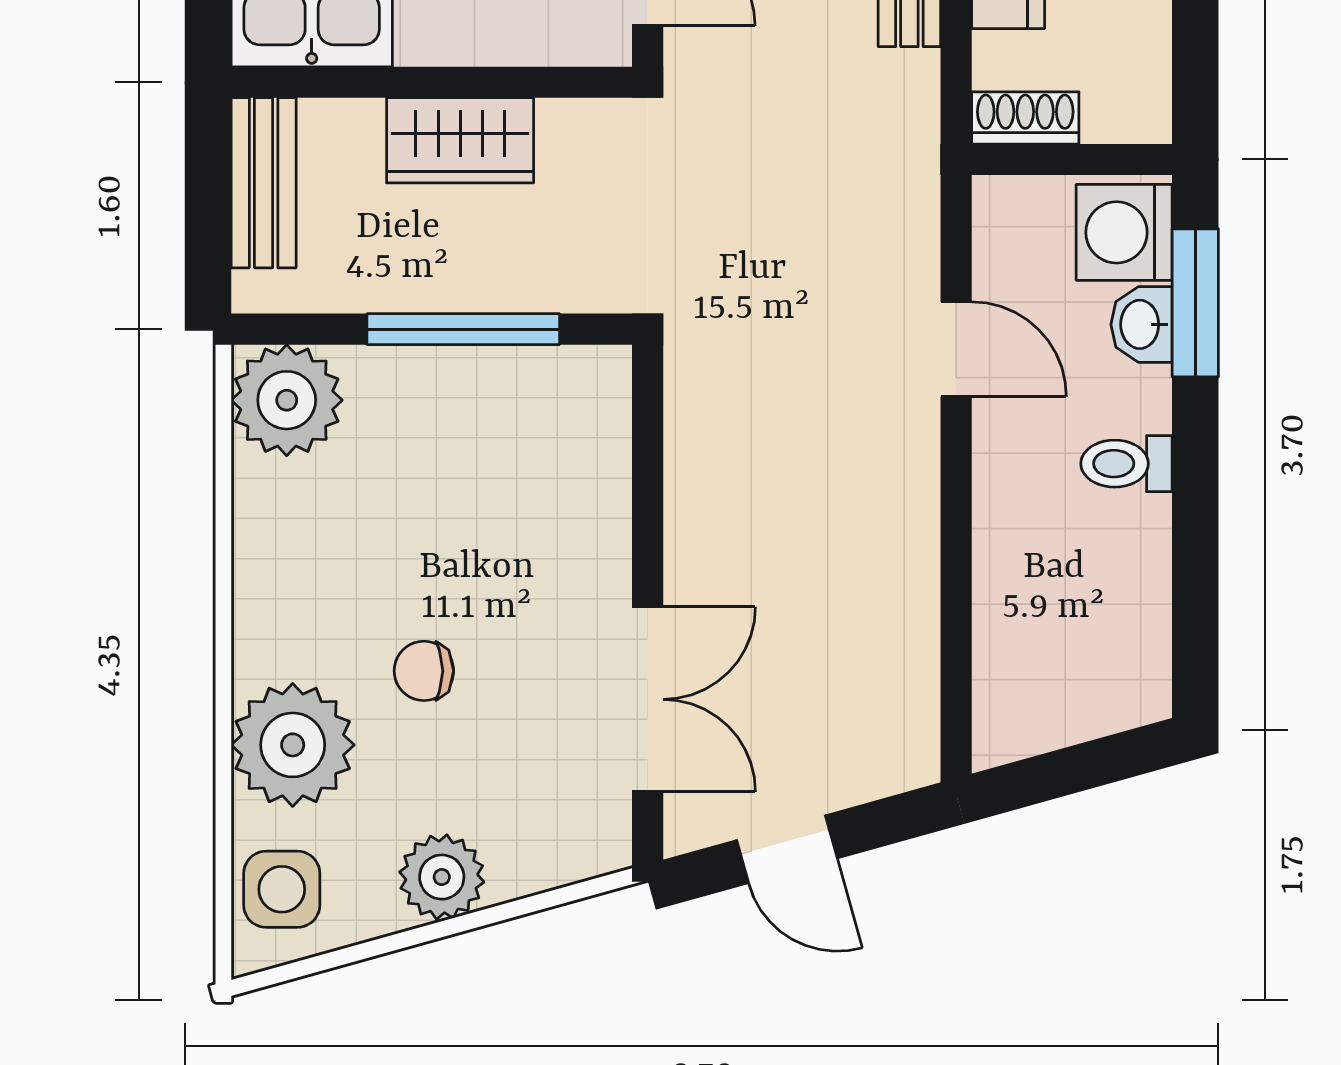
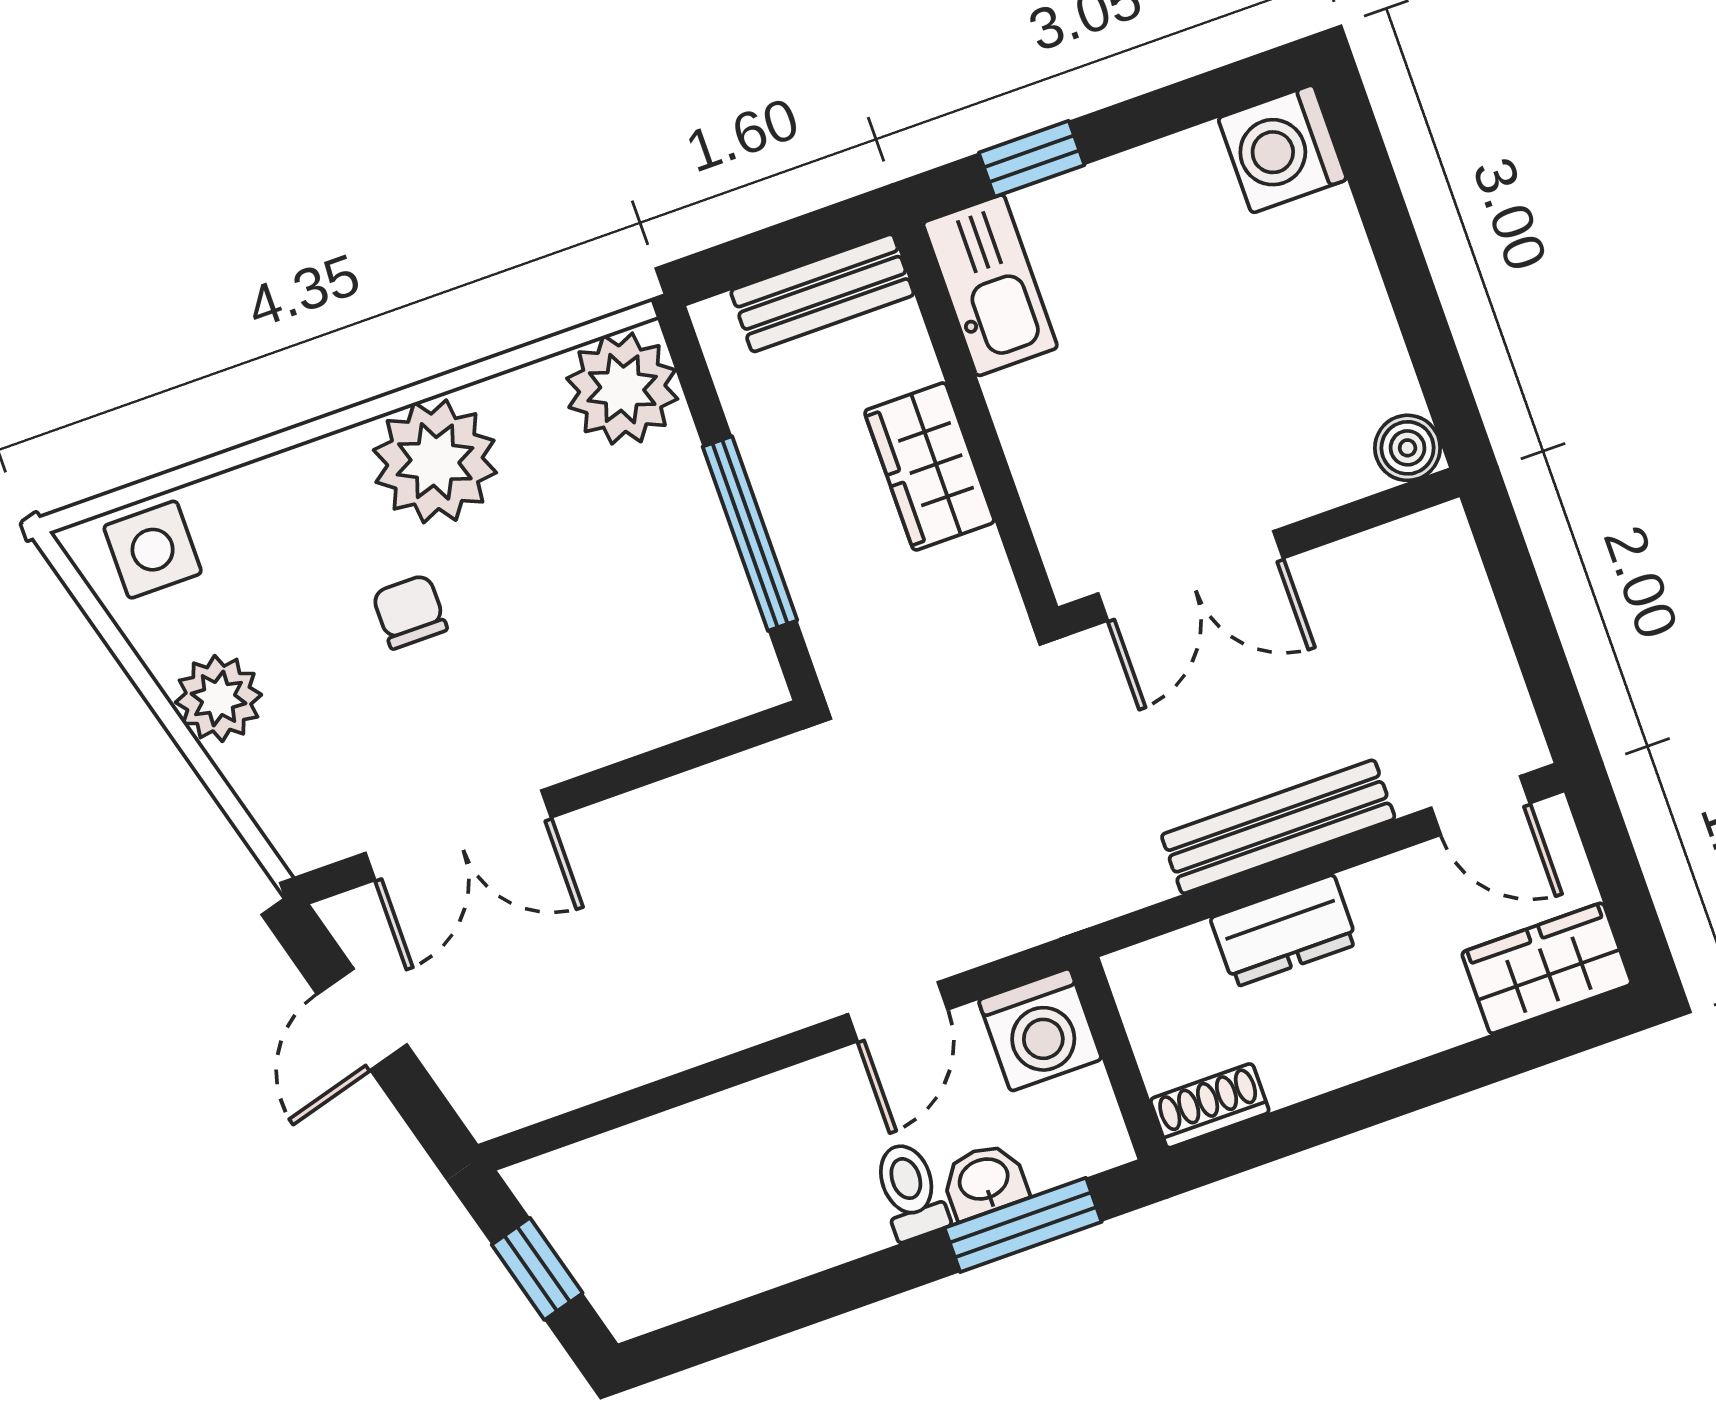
shoe rack: (1025, 118) -> (1210, 1106), moved, turned -90
washing machine: (1124, 232) -> (1040, 1030), moved, turned 180
toilet: (1126, 464) -> (910, 1191), moved
plant: (293, 745) -> (435, 461), moved
window: (1076, 769) -> (537, 1269), added

